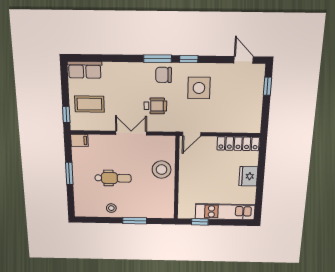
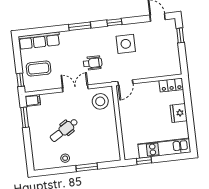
window: (158, 59) -> (80, 26), moved
row of seats: (85, 70) -> (39, 41), width x1.48
chair: (164, 75) -> (96, 37), removed
locker: (238, 144) -> (171, 85), width x0.66
stool: (162, 170) -> (100, 101), moved
window: (69, 173) -> (25, 117), moved
dental chair: (113, 178) -> (64, 130), turned 149

